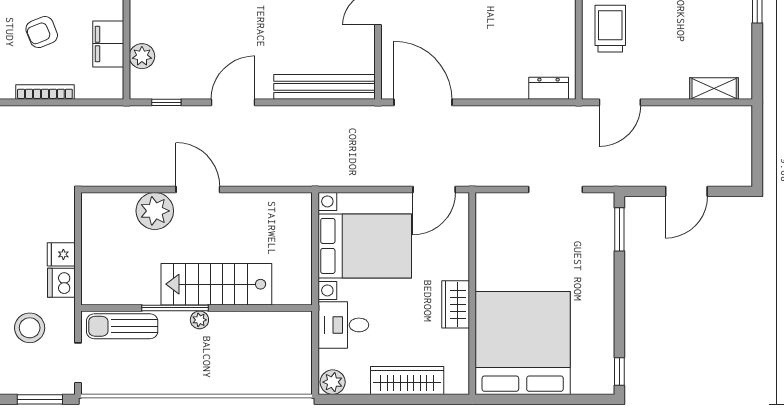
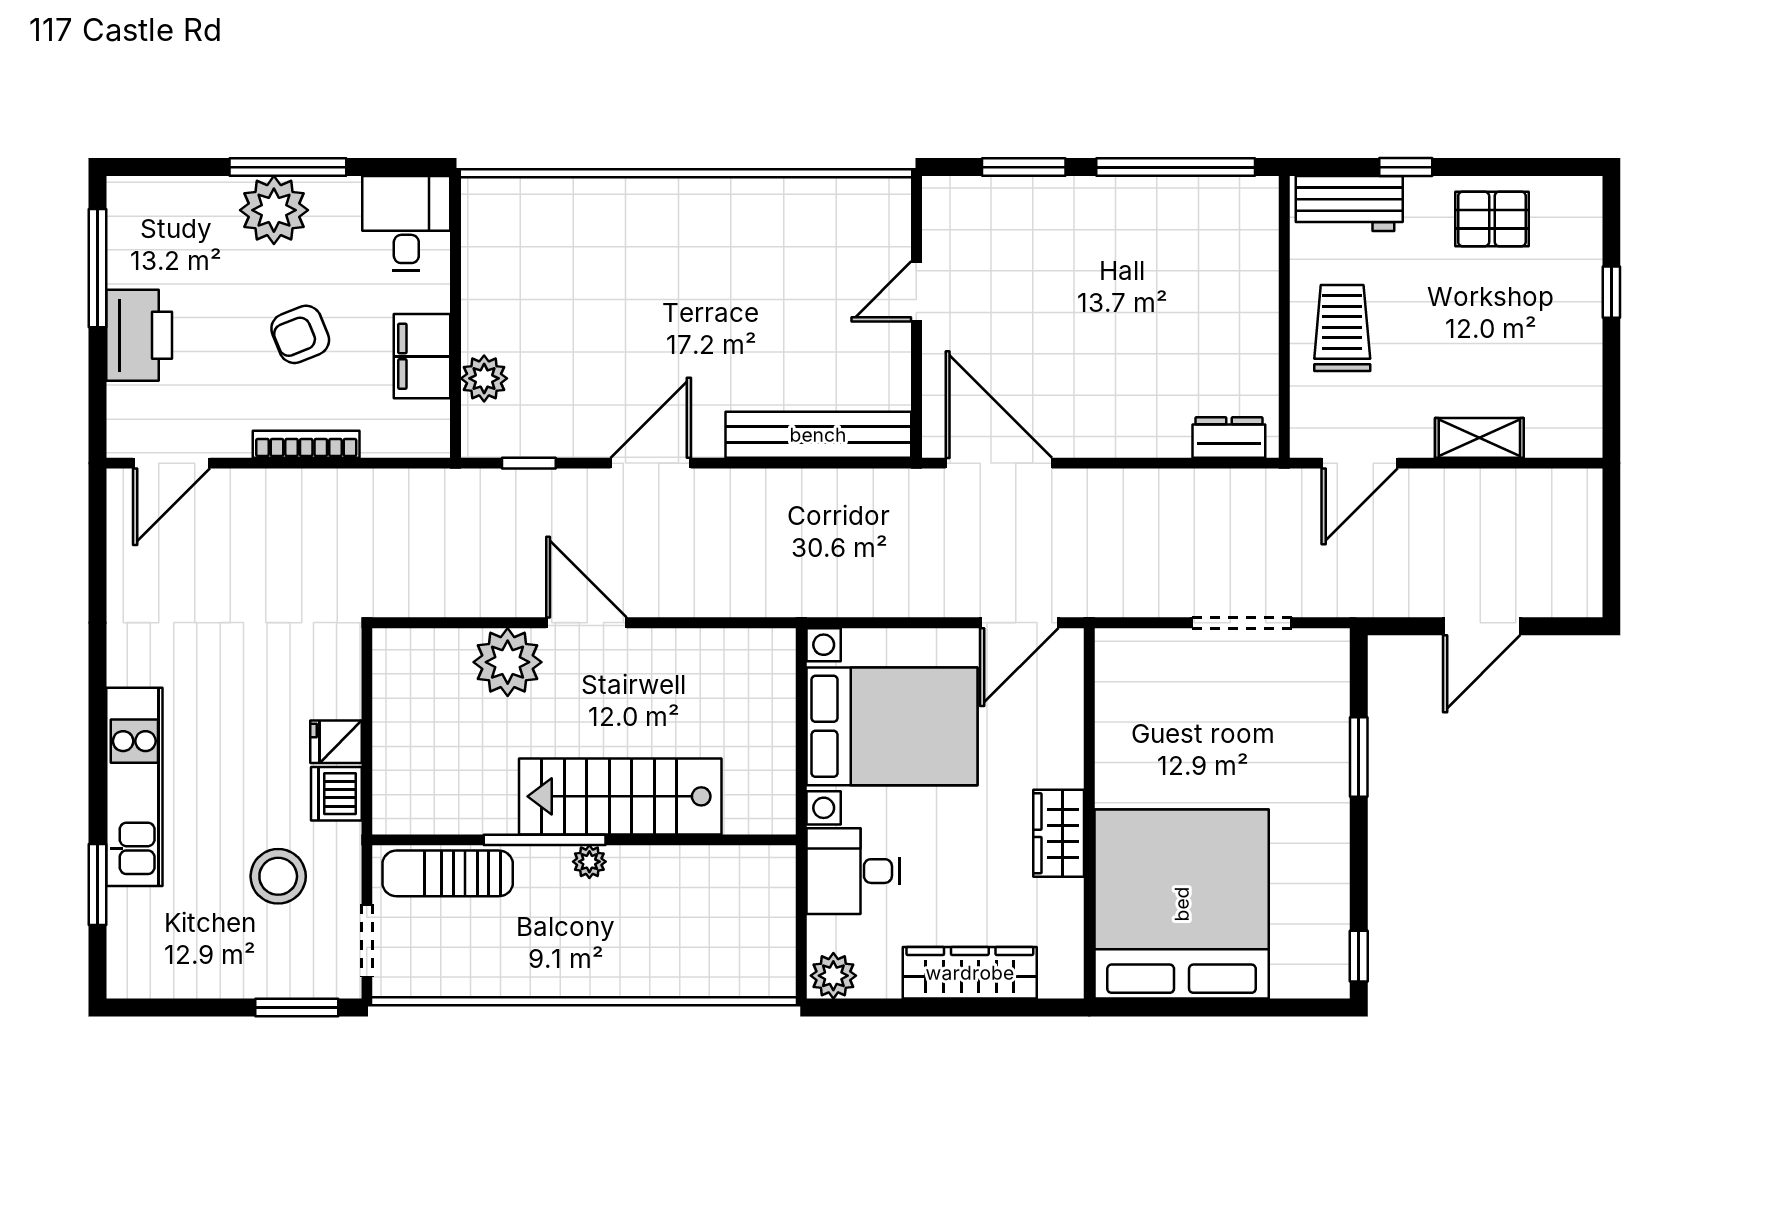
shelving: (714, 89) -> (1479, 438), moved
window: (619, 229) -> (1359, 757), moved

